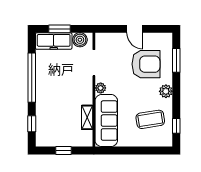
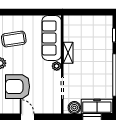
shelving: (87, 117) -> (68, 53), moved
window: (63, 151) -> (89, 12), removed

